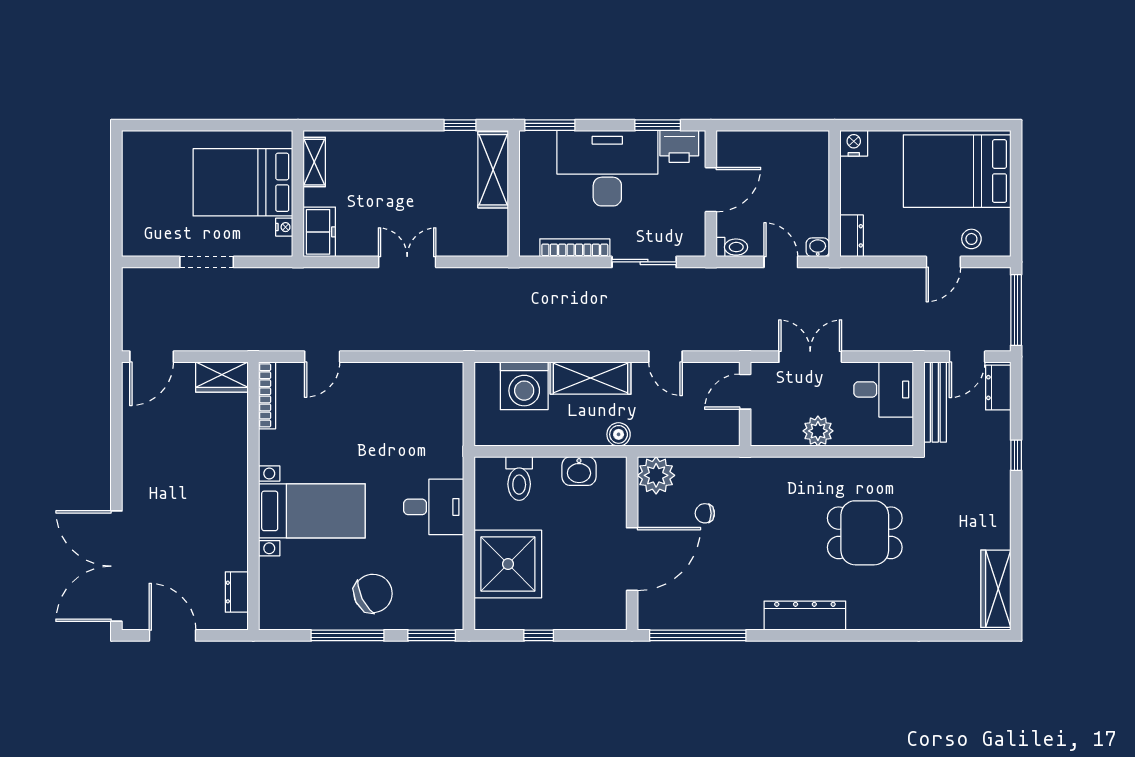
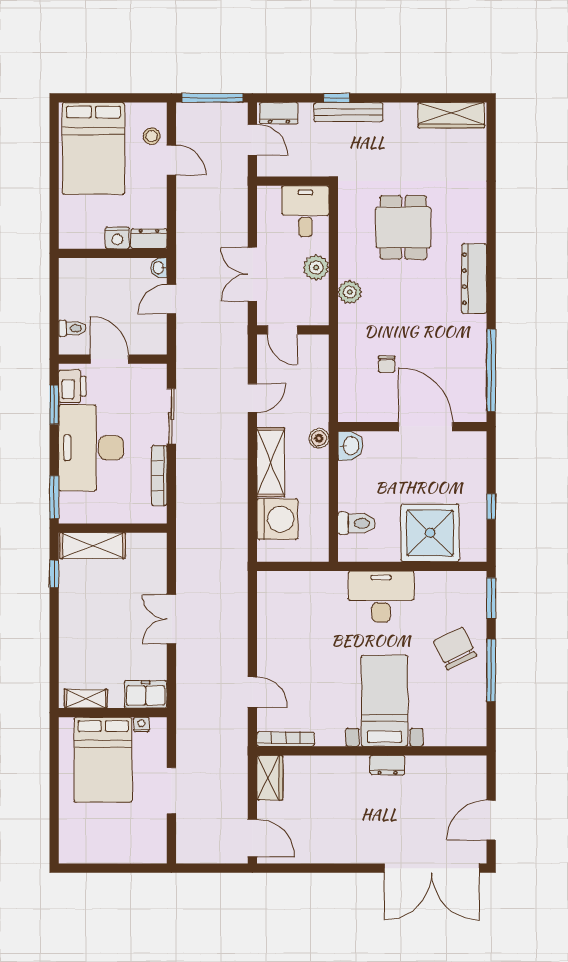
nightstand: (854, 143) -> (117, 238), moved, turned -90
toilet: (732, 247) -> (72, 328), moved, turned 90
desk: (884, 389) -> (305, 211), moved
bench: (935, 402) -> (348, 112), moved
washbasin: (579, 471) -> (350, 446), moved
plant: (656, 475) -> (350, 292), moved, width x0.73, depth x0.73
desk: (434, 507) -> (381, 596), width x1.37
dresser: (237, 592) -> (388, 765), moved

